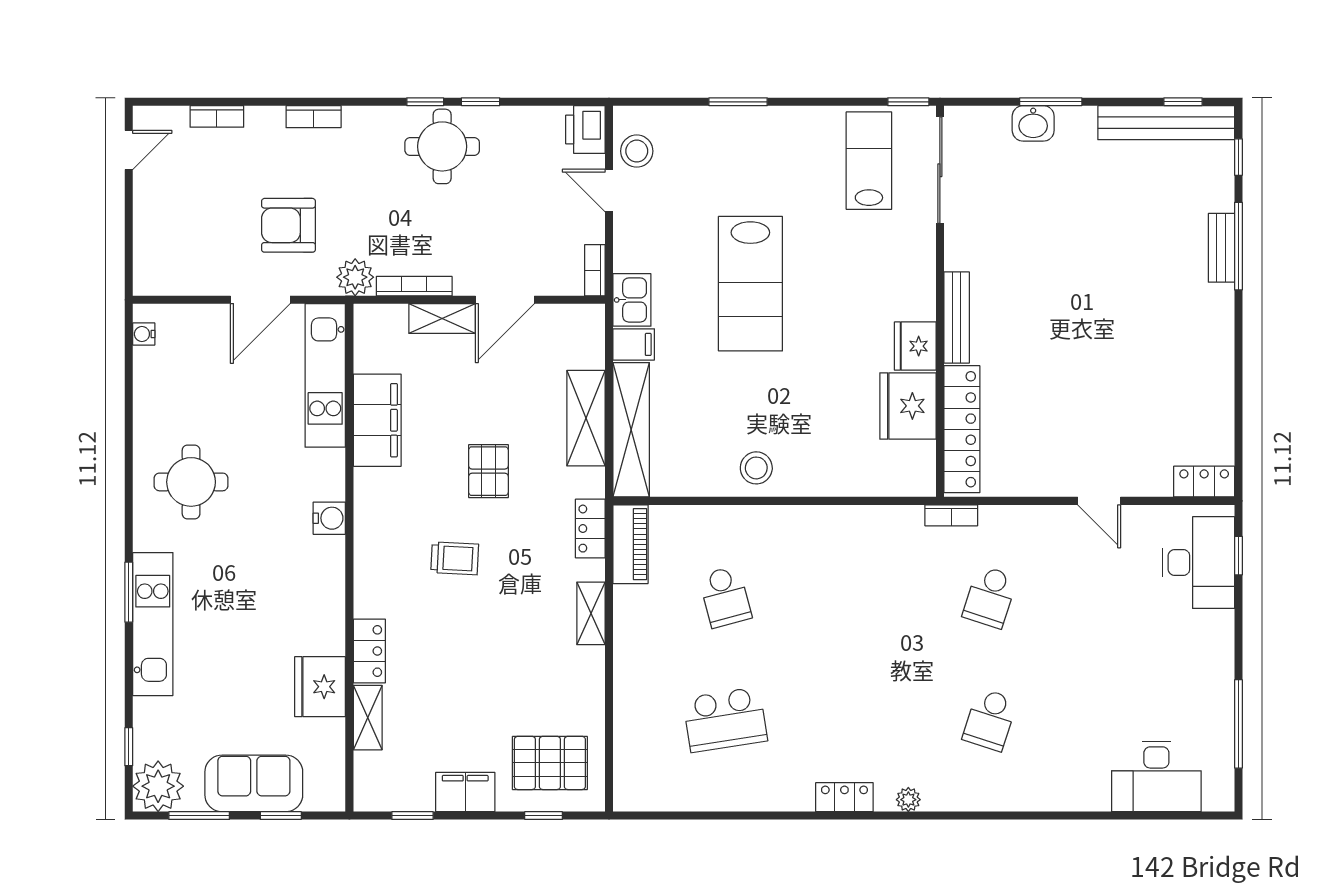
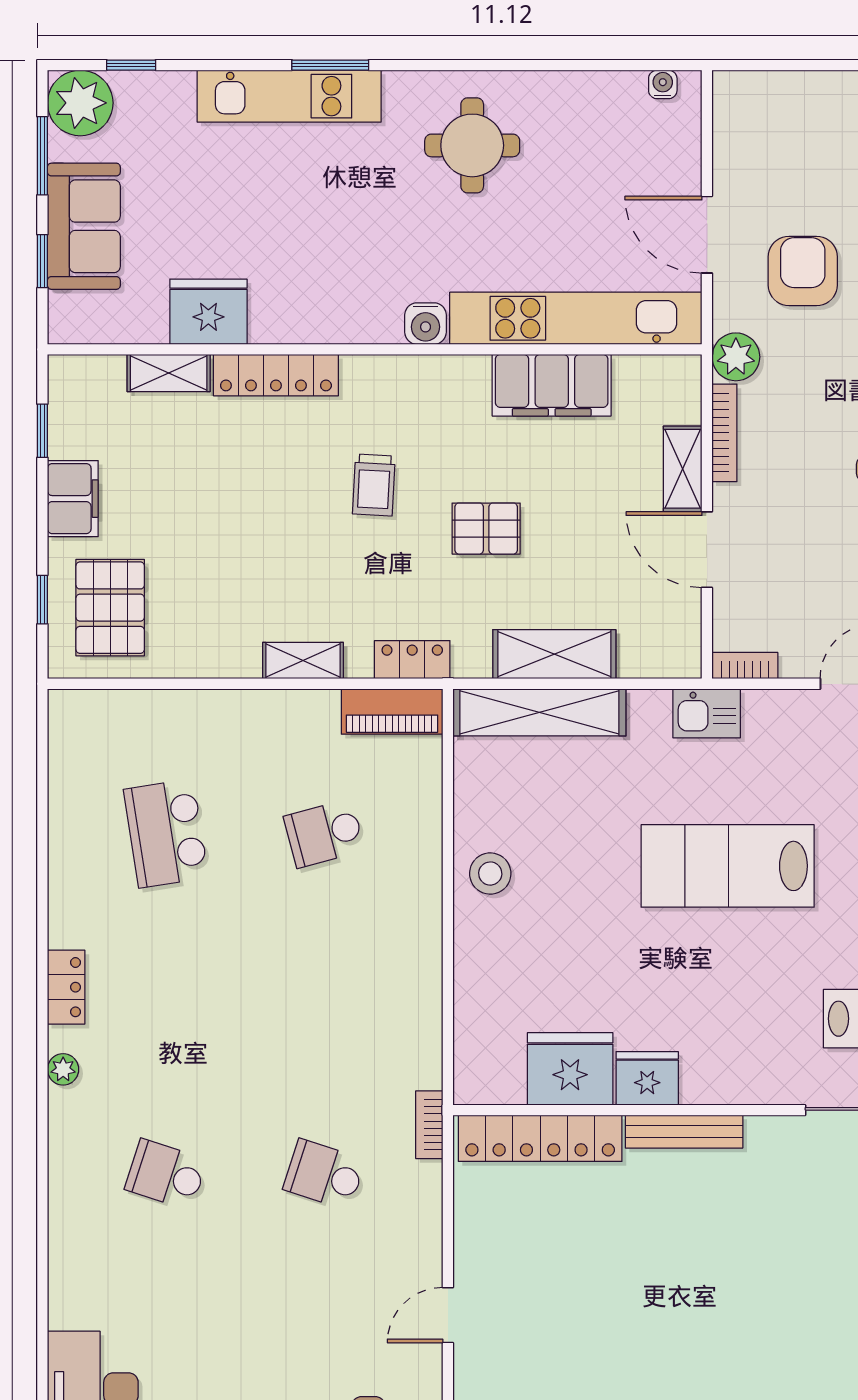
filing cabinet: (634, 344) -> (649, 716), removed
kitchen unit: (325, 375) -> (576, 318), width x1.36
locker: (369, 651) -> (276, 375), width x1.53

